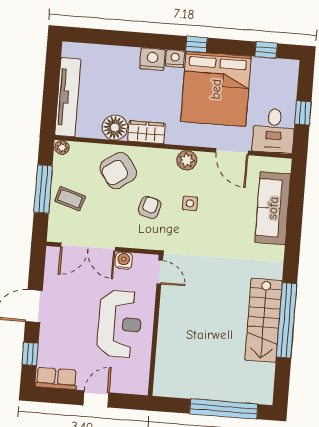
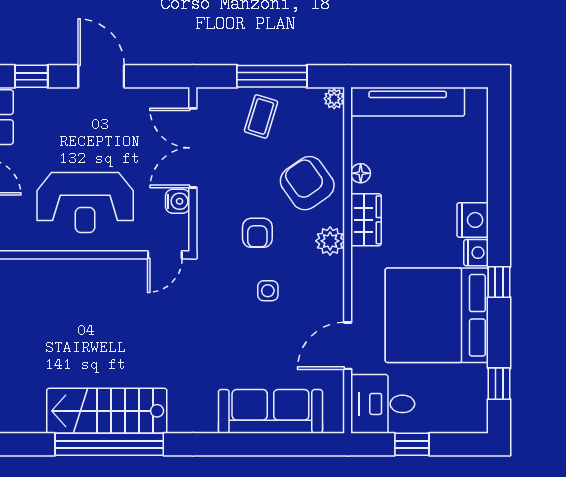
floor lamp: (115, 128) -> (361, 173), width x0.53, depth x0.53
plant: (187, 160) -> (330, 241), moved
armchair: (150, 207) -> (257, 233), turned 75

